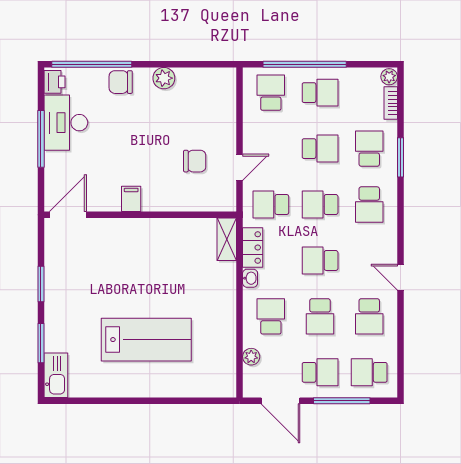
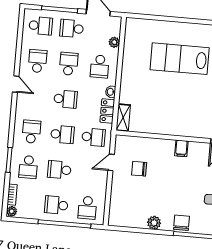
chair: (121, 82) -> (182, 223), turned -90

